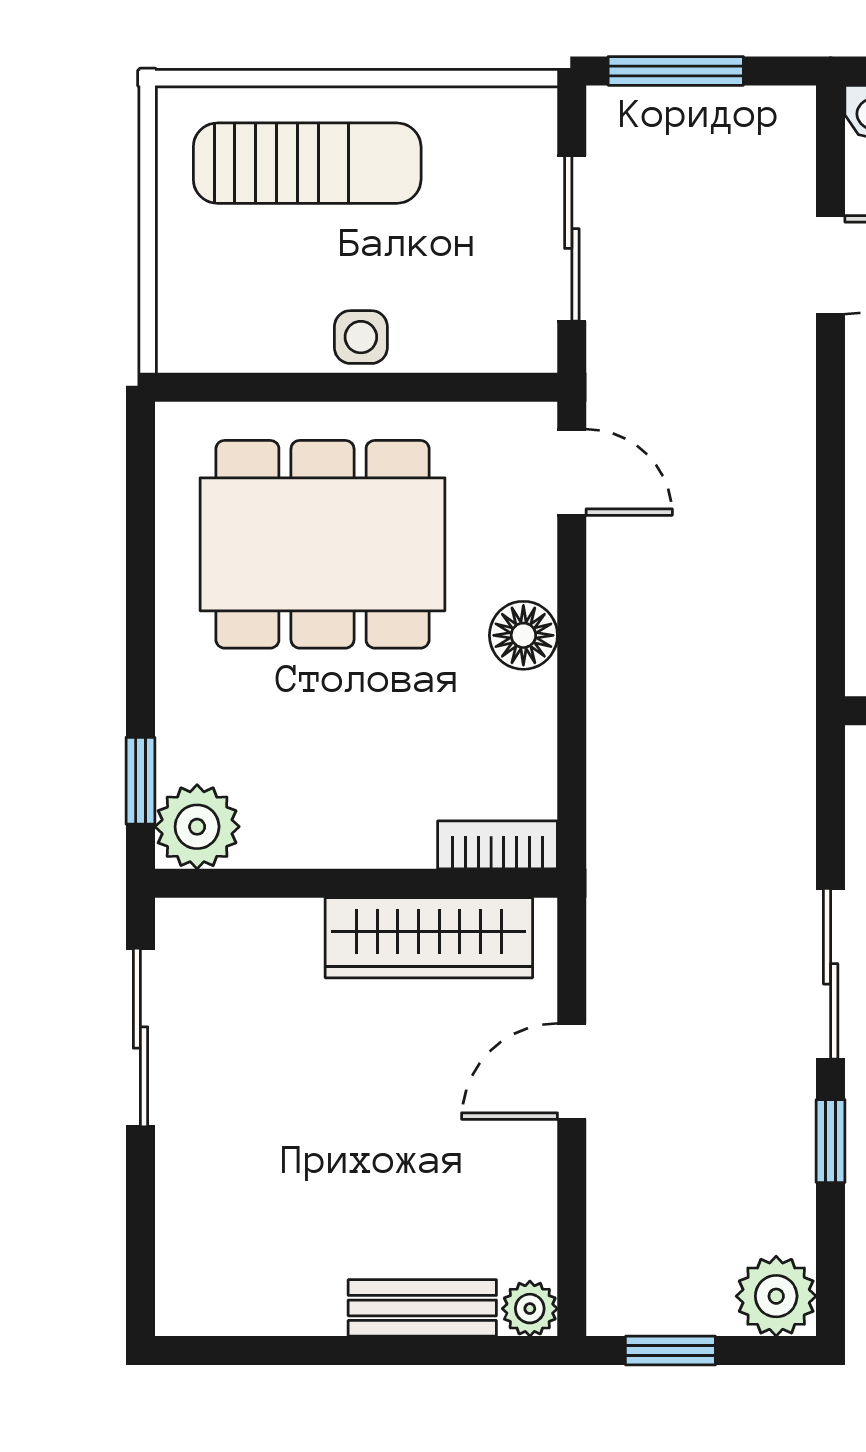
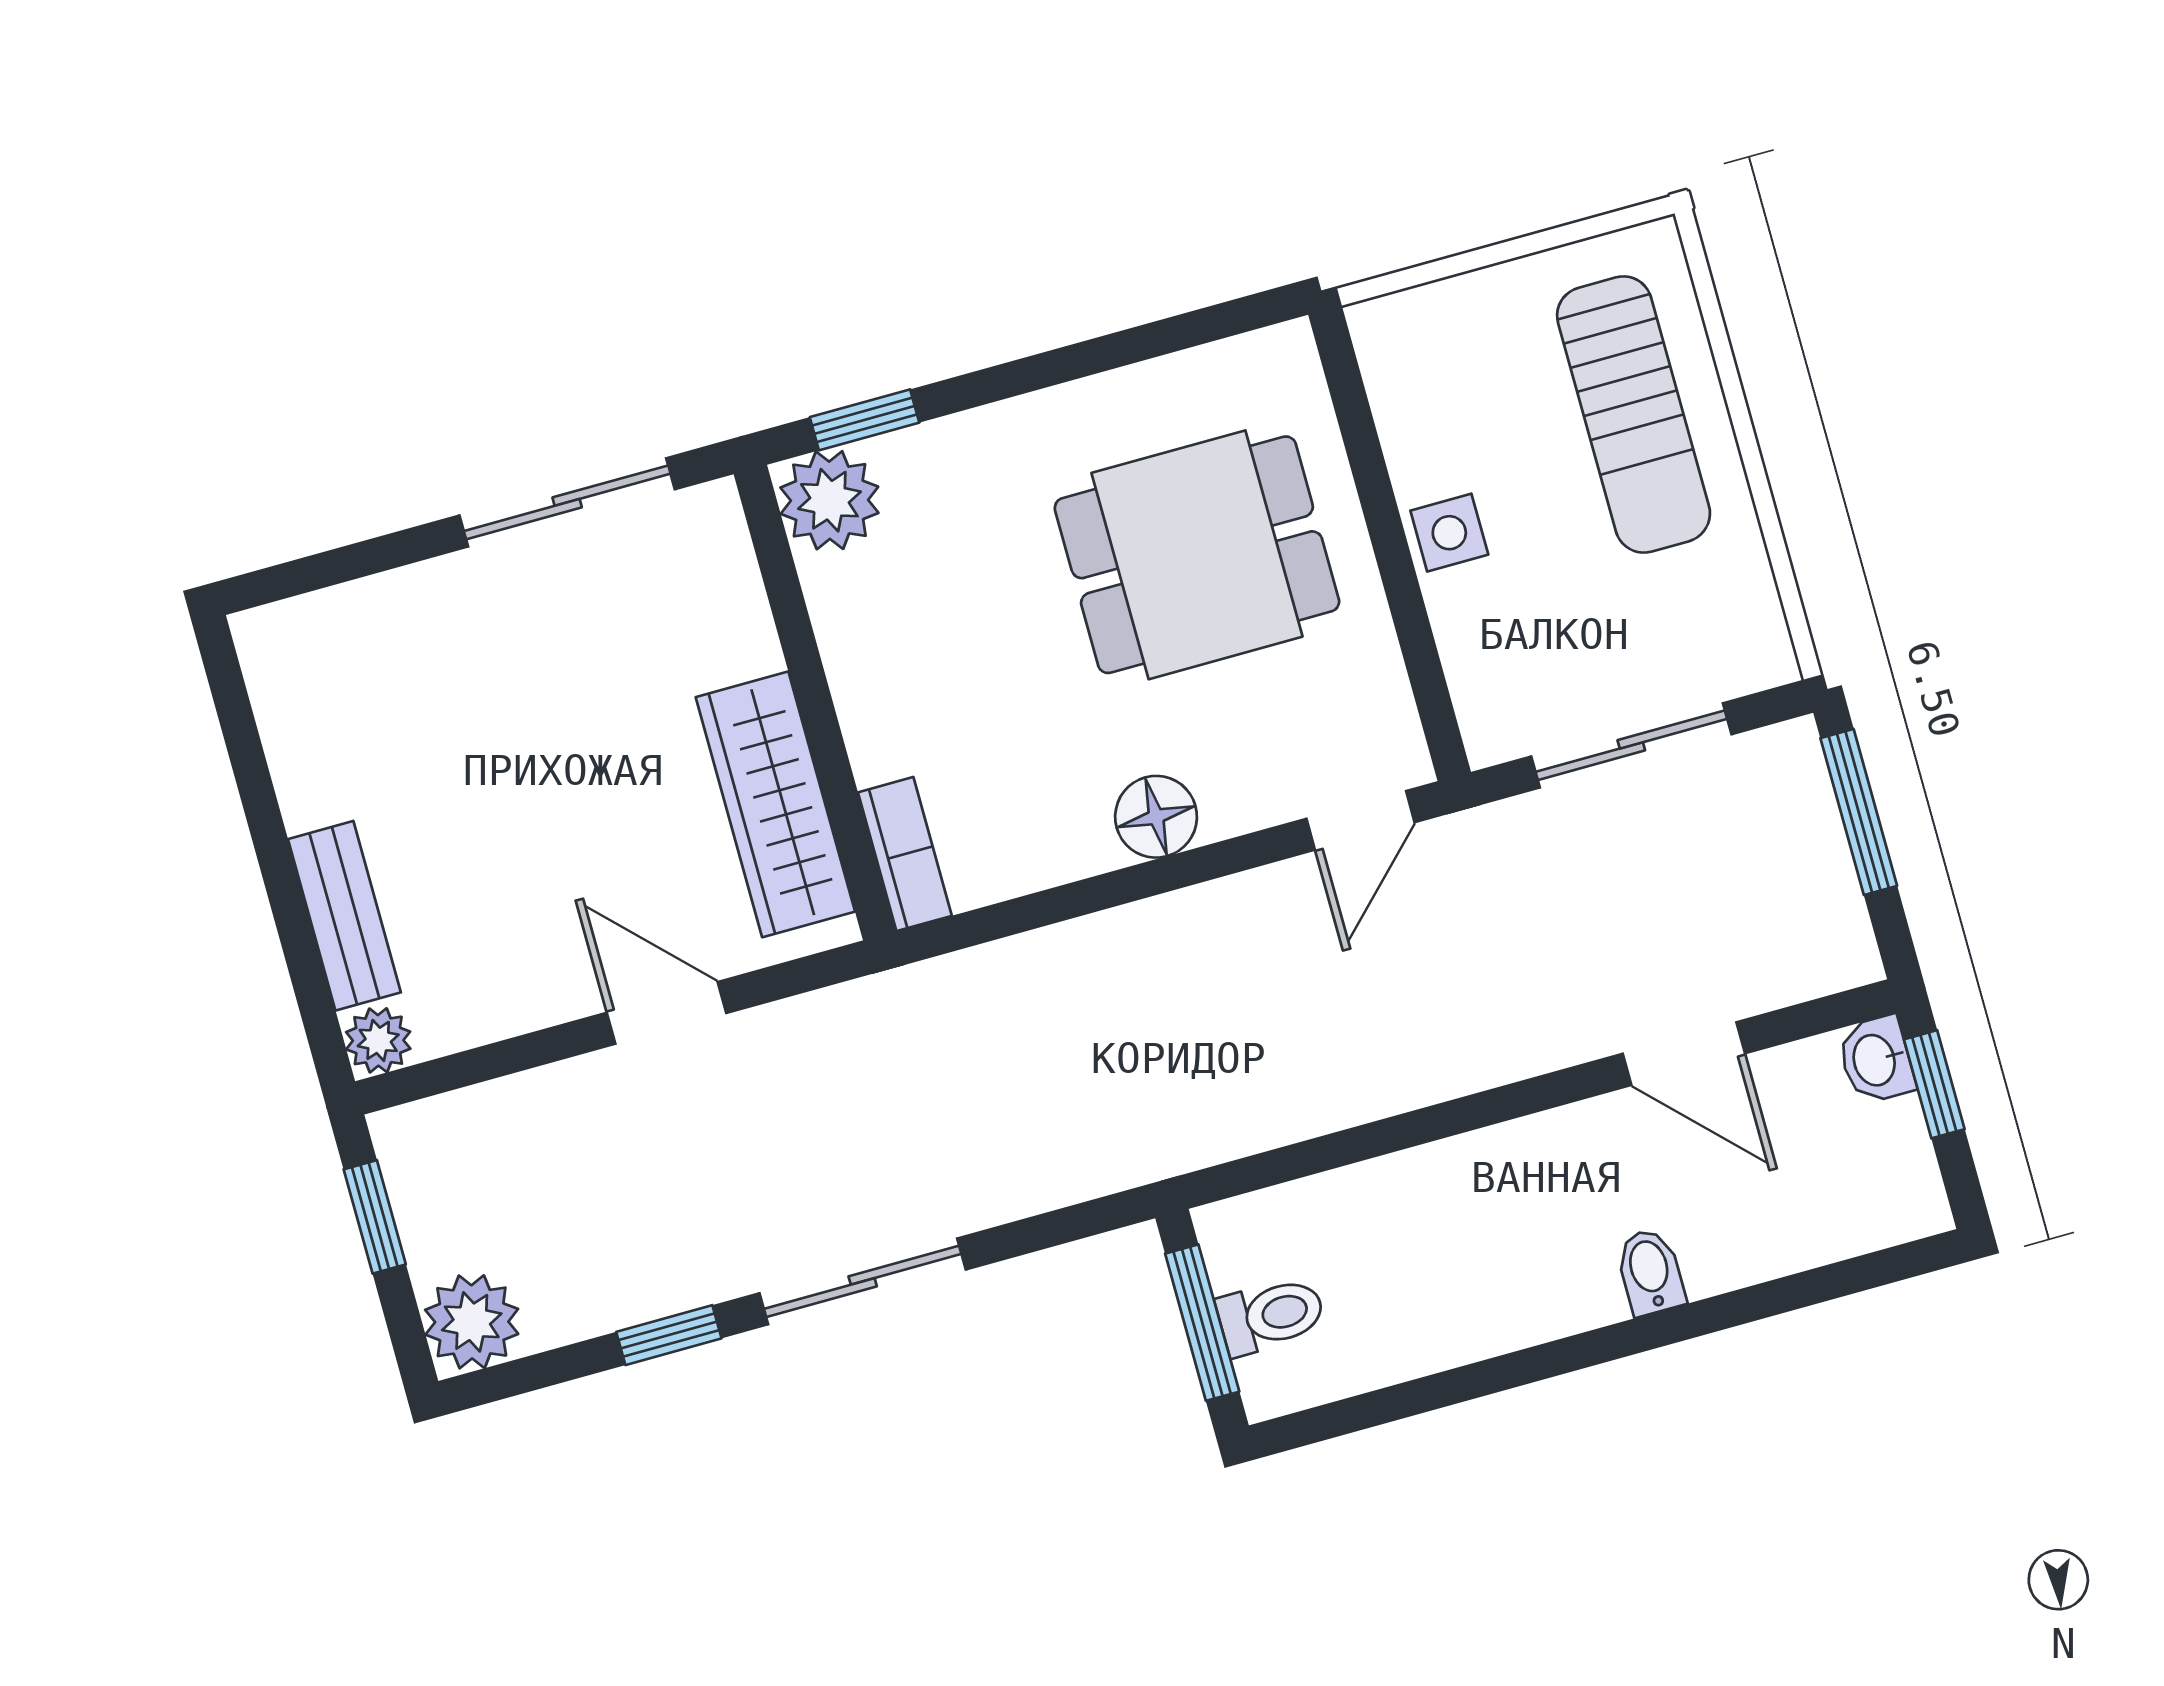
dining table: (322, 544) -> (1197, 555), width x0.73

